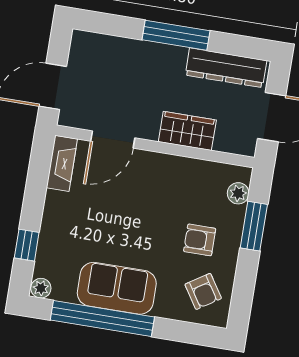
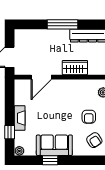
fireplace: (62, 163) -> (20, 118), moved
armchair: (200, 240) -> (89, 117), turned -90
window: (102, 319) -> (50, 160), width x0.32

